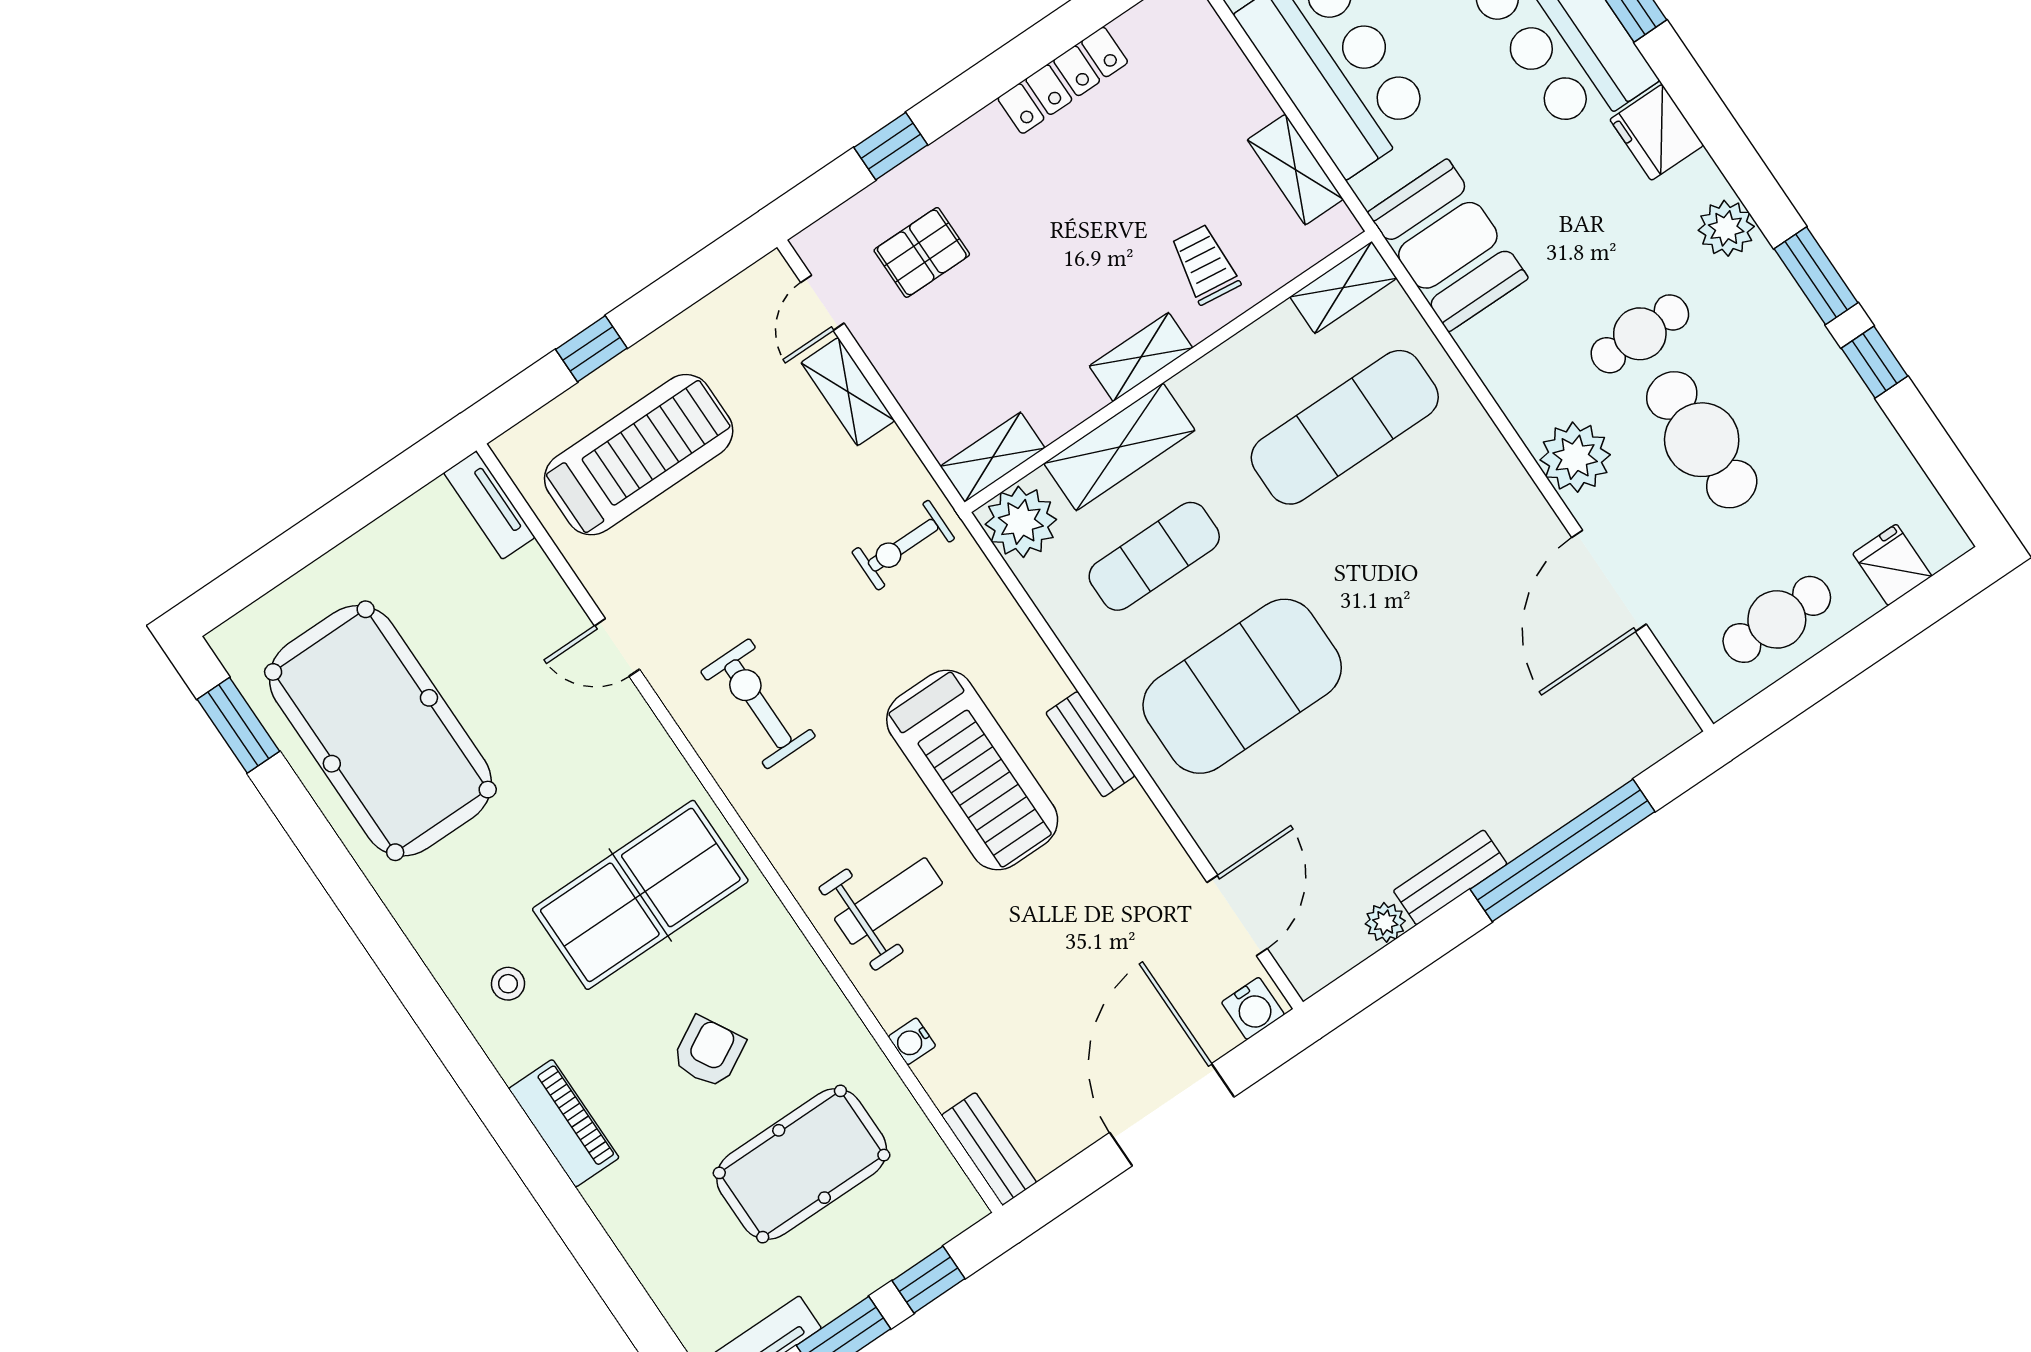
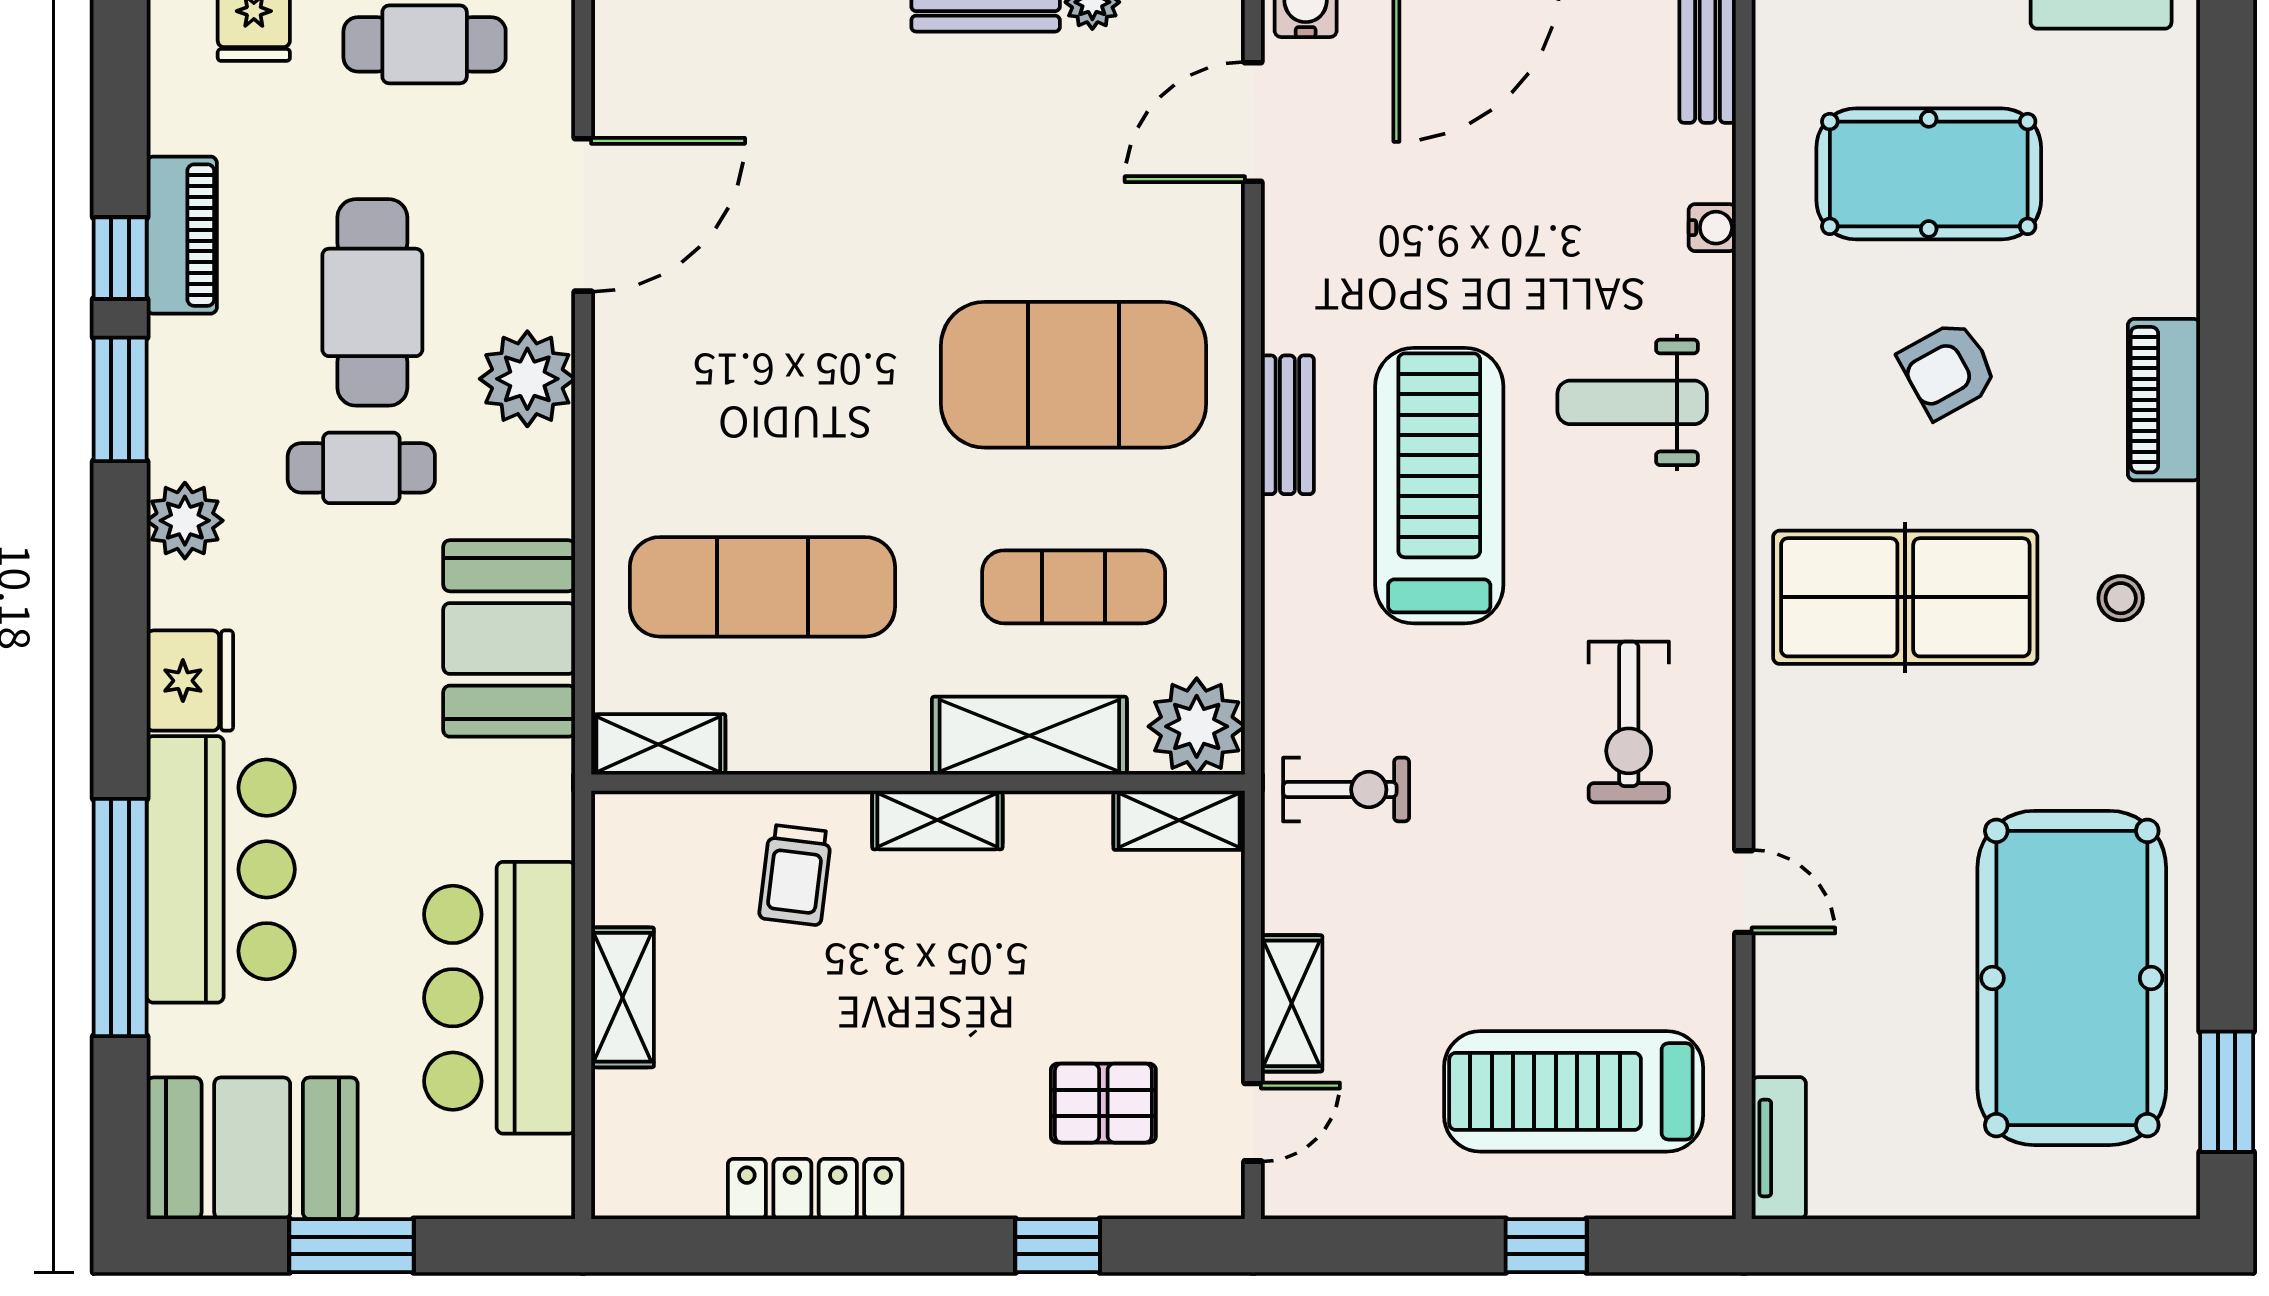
shelving: (1295, 170) -> (622, 997), moved
booth: (1448, 245) -> (509, 638), moved
piano: (1846, 402) -> (182, 235), added

